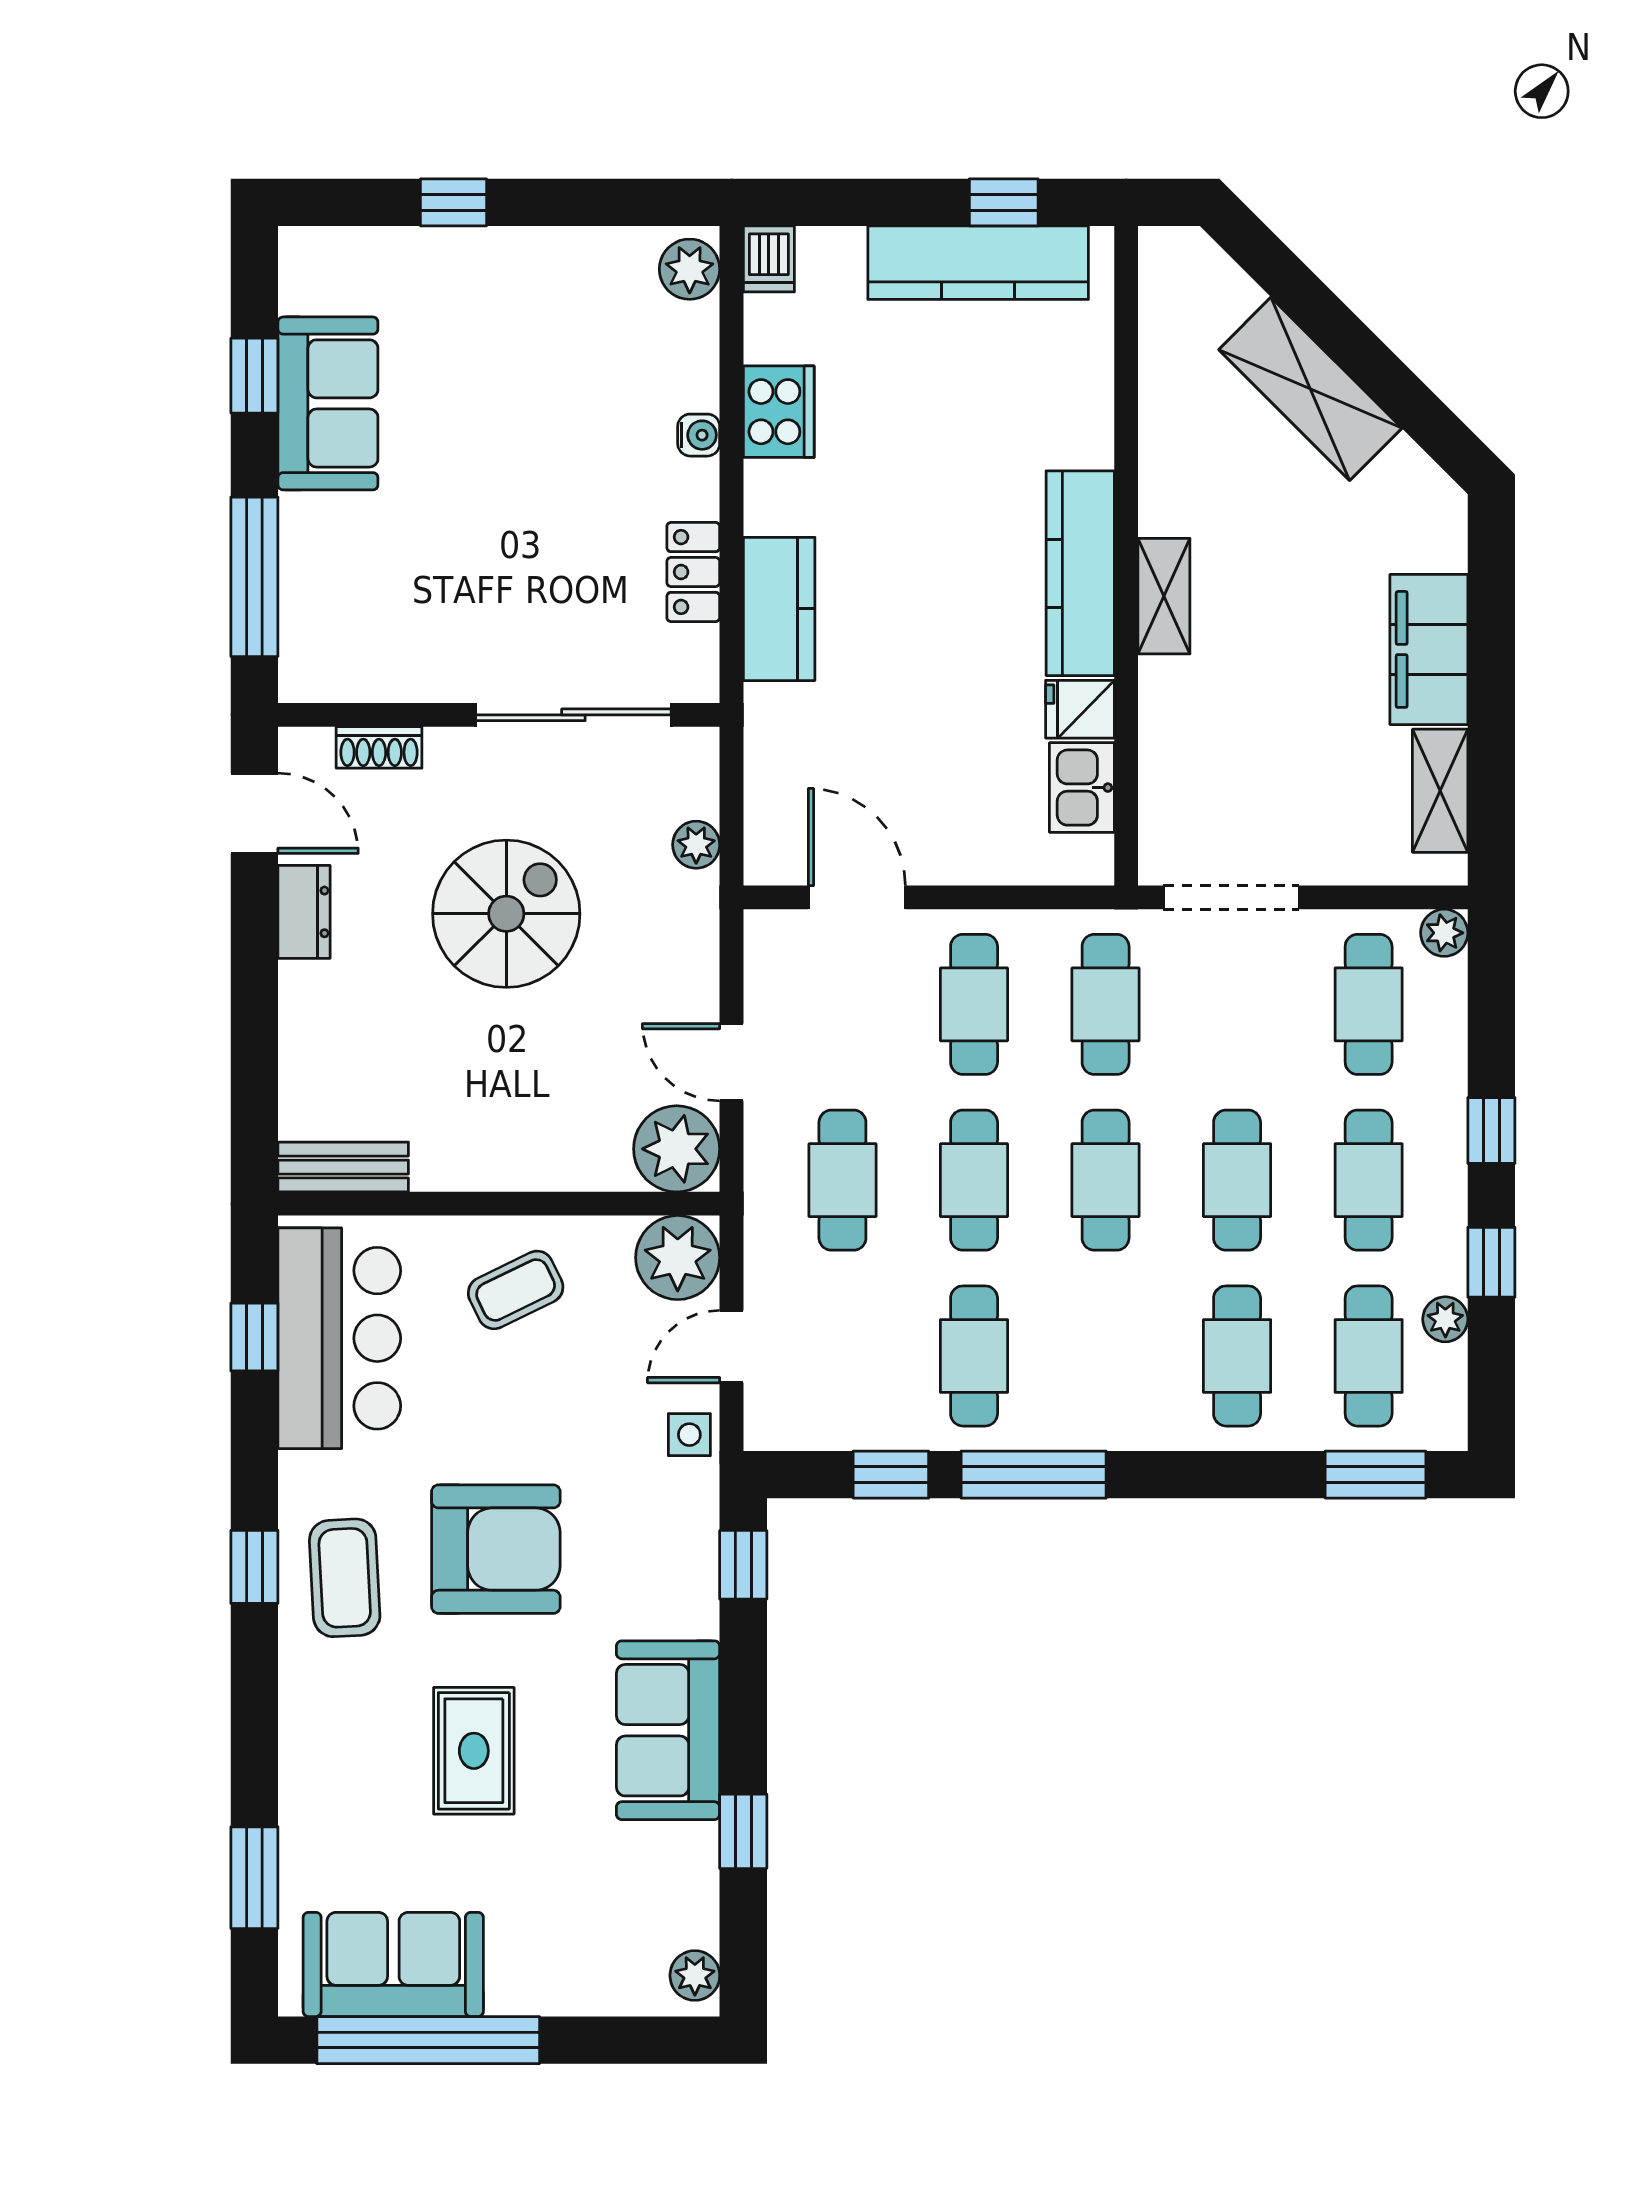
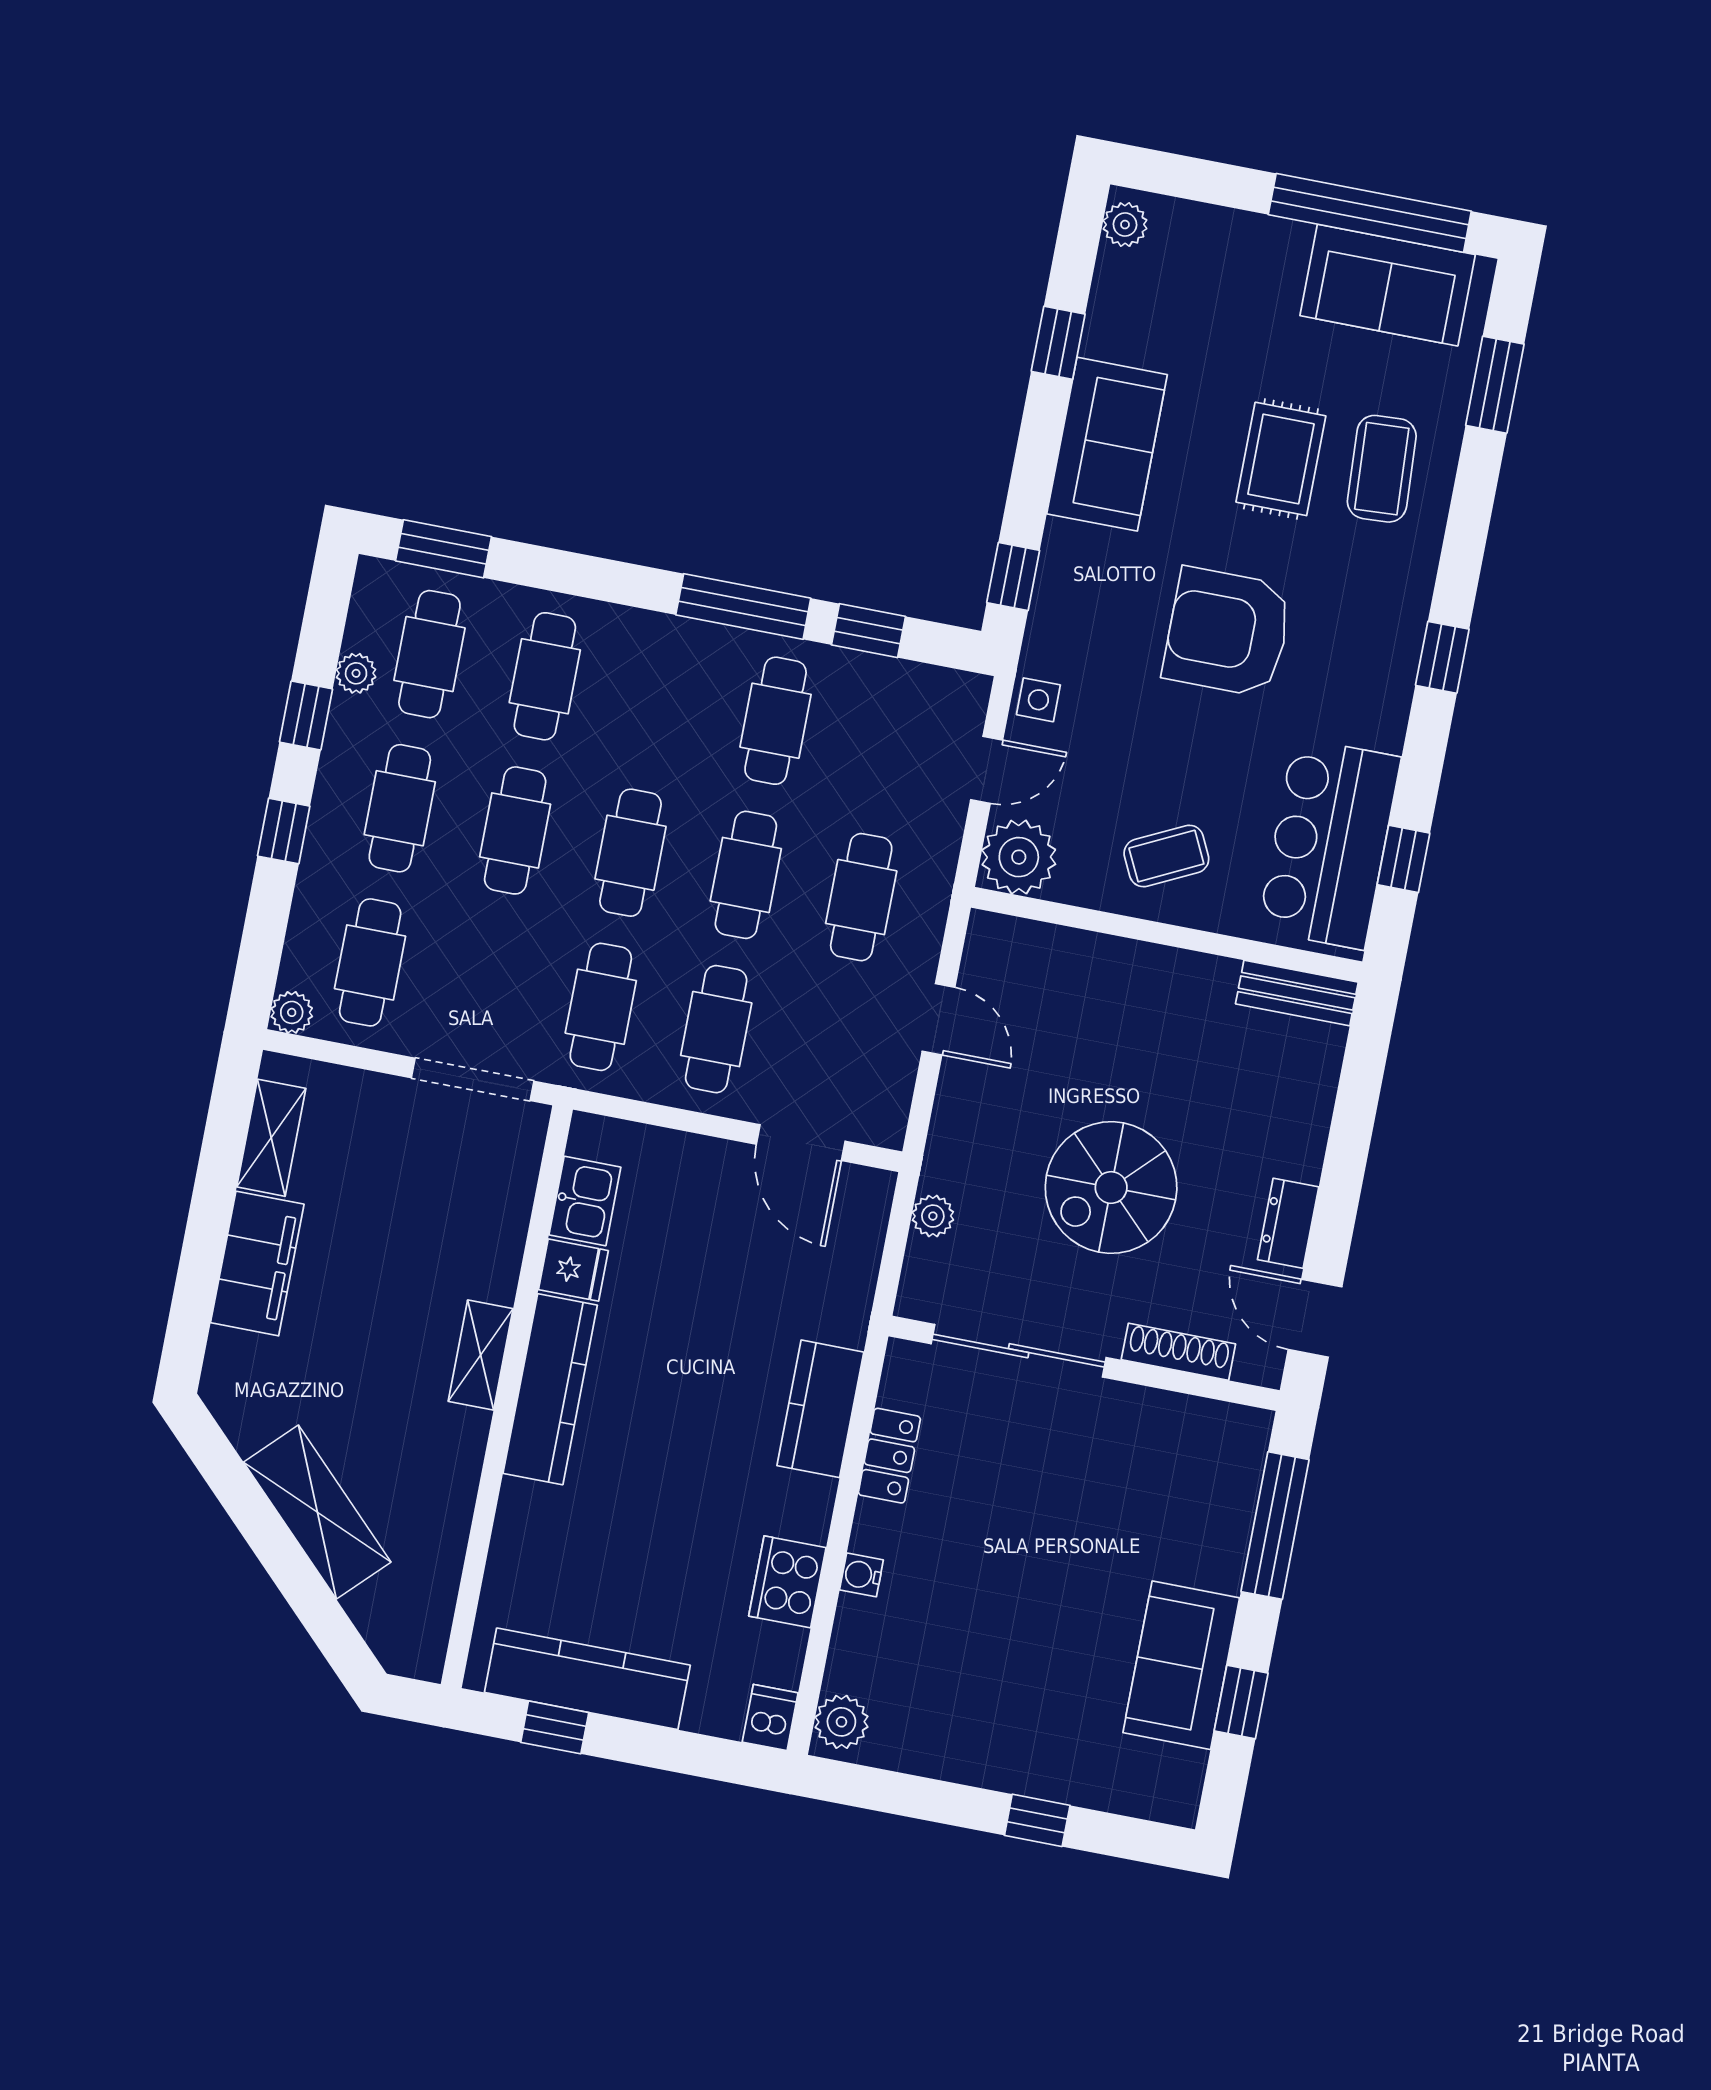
shoe rack: (379, 747) -> (1178, 1352), width x1.43
plant: (677, 1149) -> (1001, 953), removed
coffee table: (345, 1578) -> (1382, 469), moved

